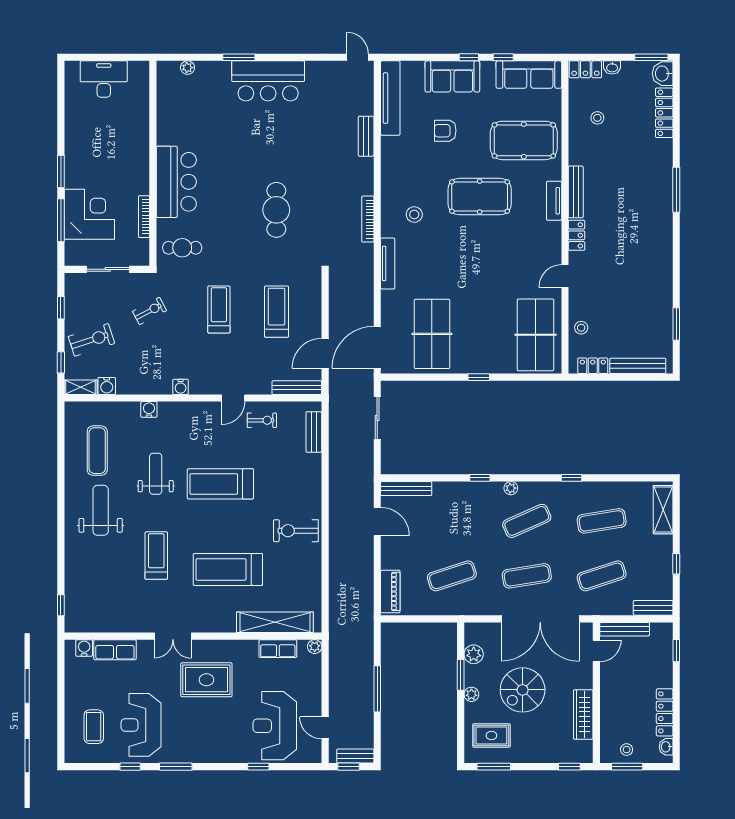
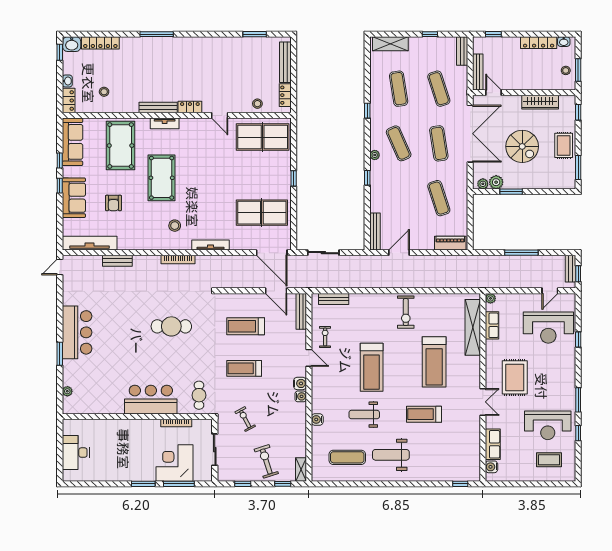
window: (651, 57) -> (60, 52), width x0.67
water cooler: (107, 386) -> (300, 383), moved
plant: (471, 694) -> (483, 184), moved
rug: (491, 735) -> (564, 145), moved

